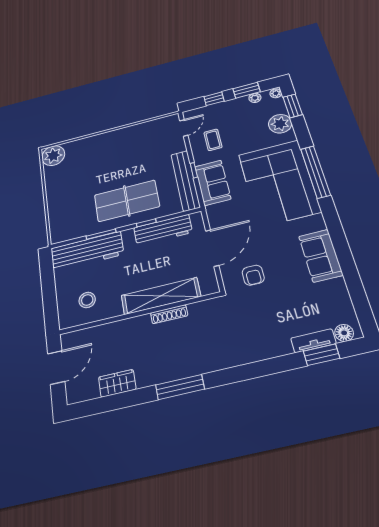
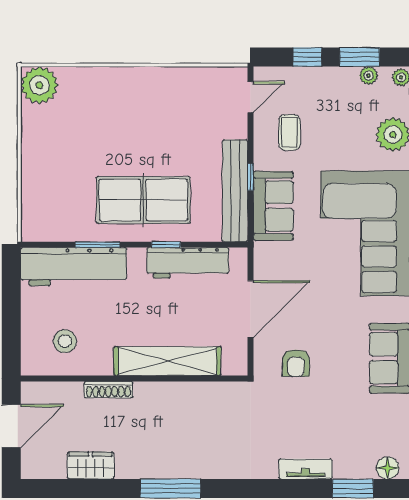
shoe rack: (169, 314) -> (108, 390), moved
tv unit: (313, 341) -> (306, 469), moved

